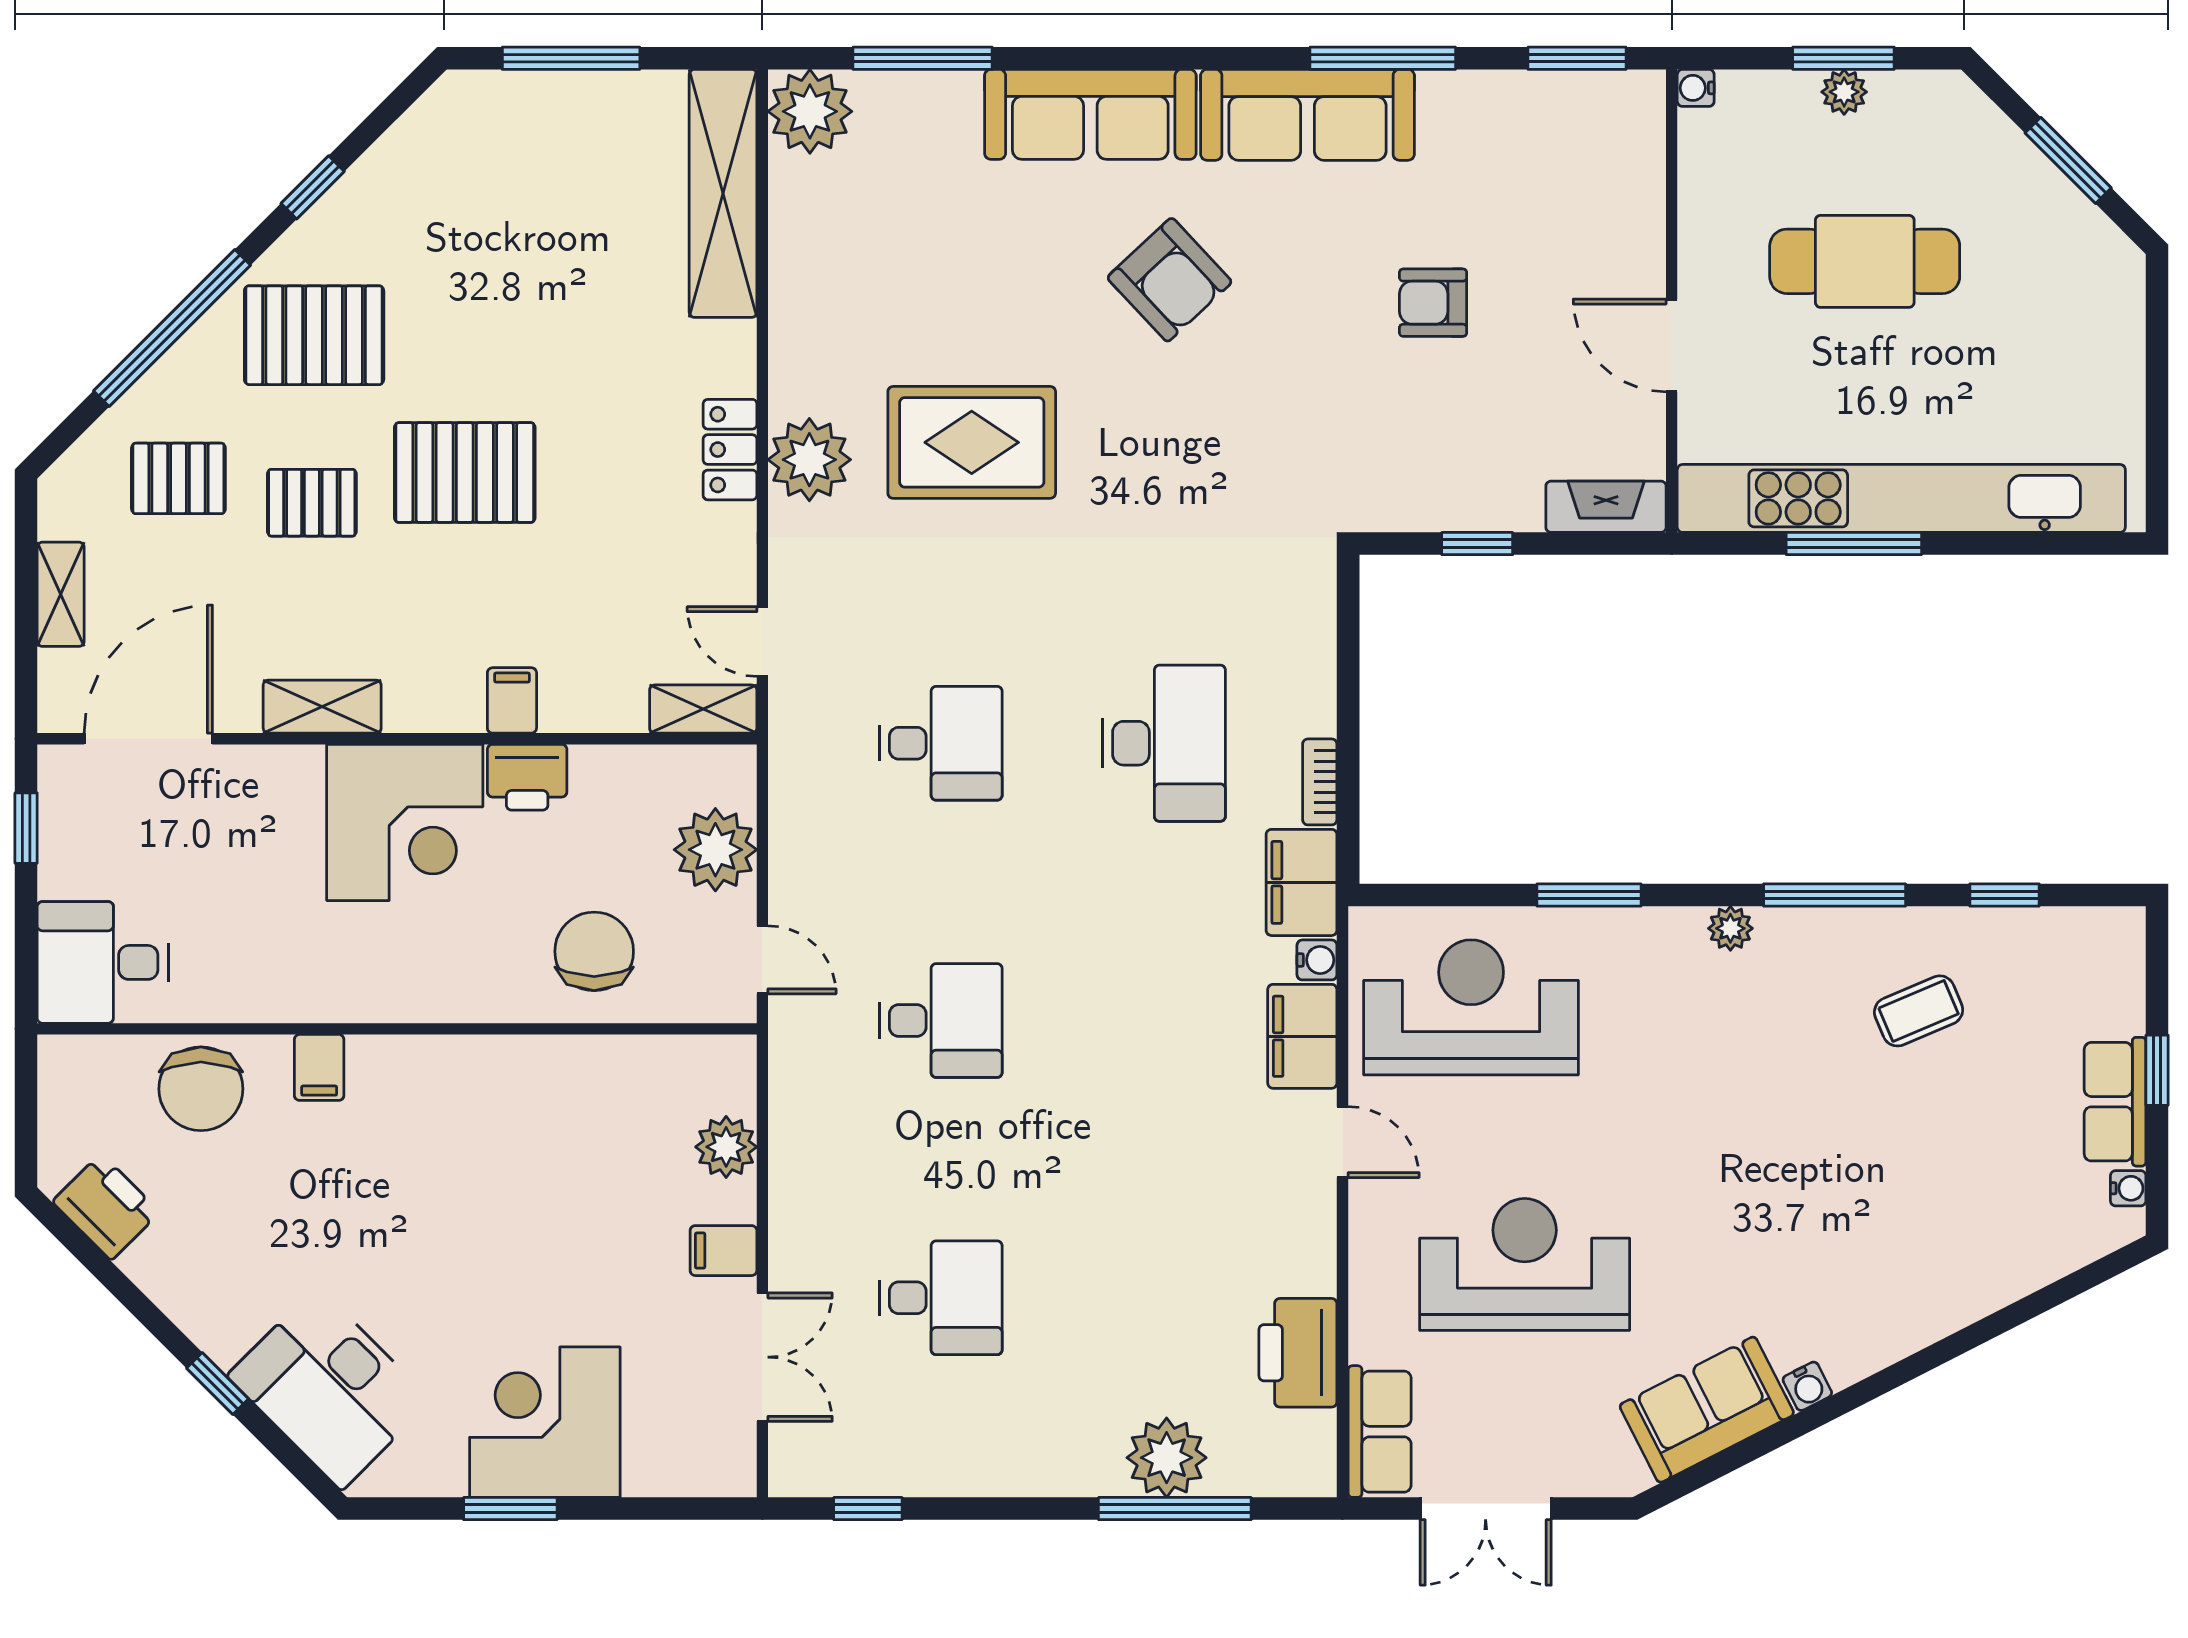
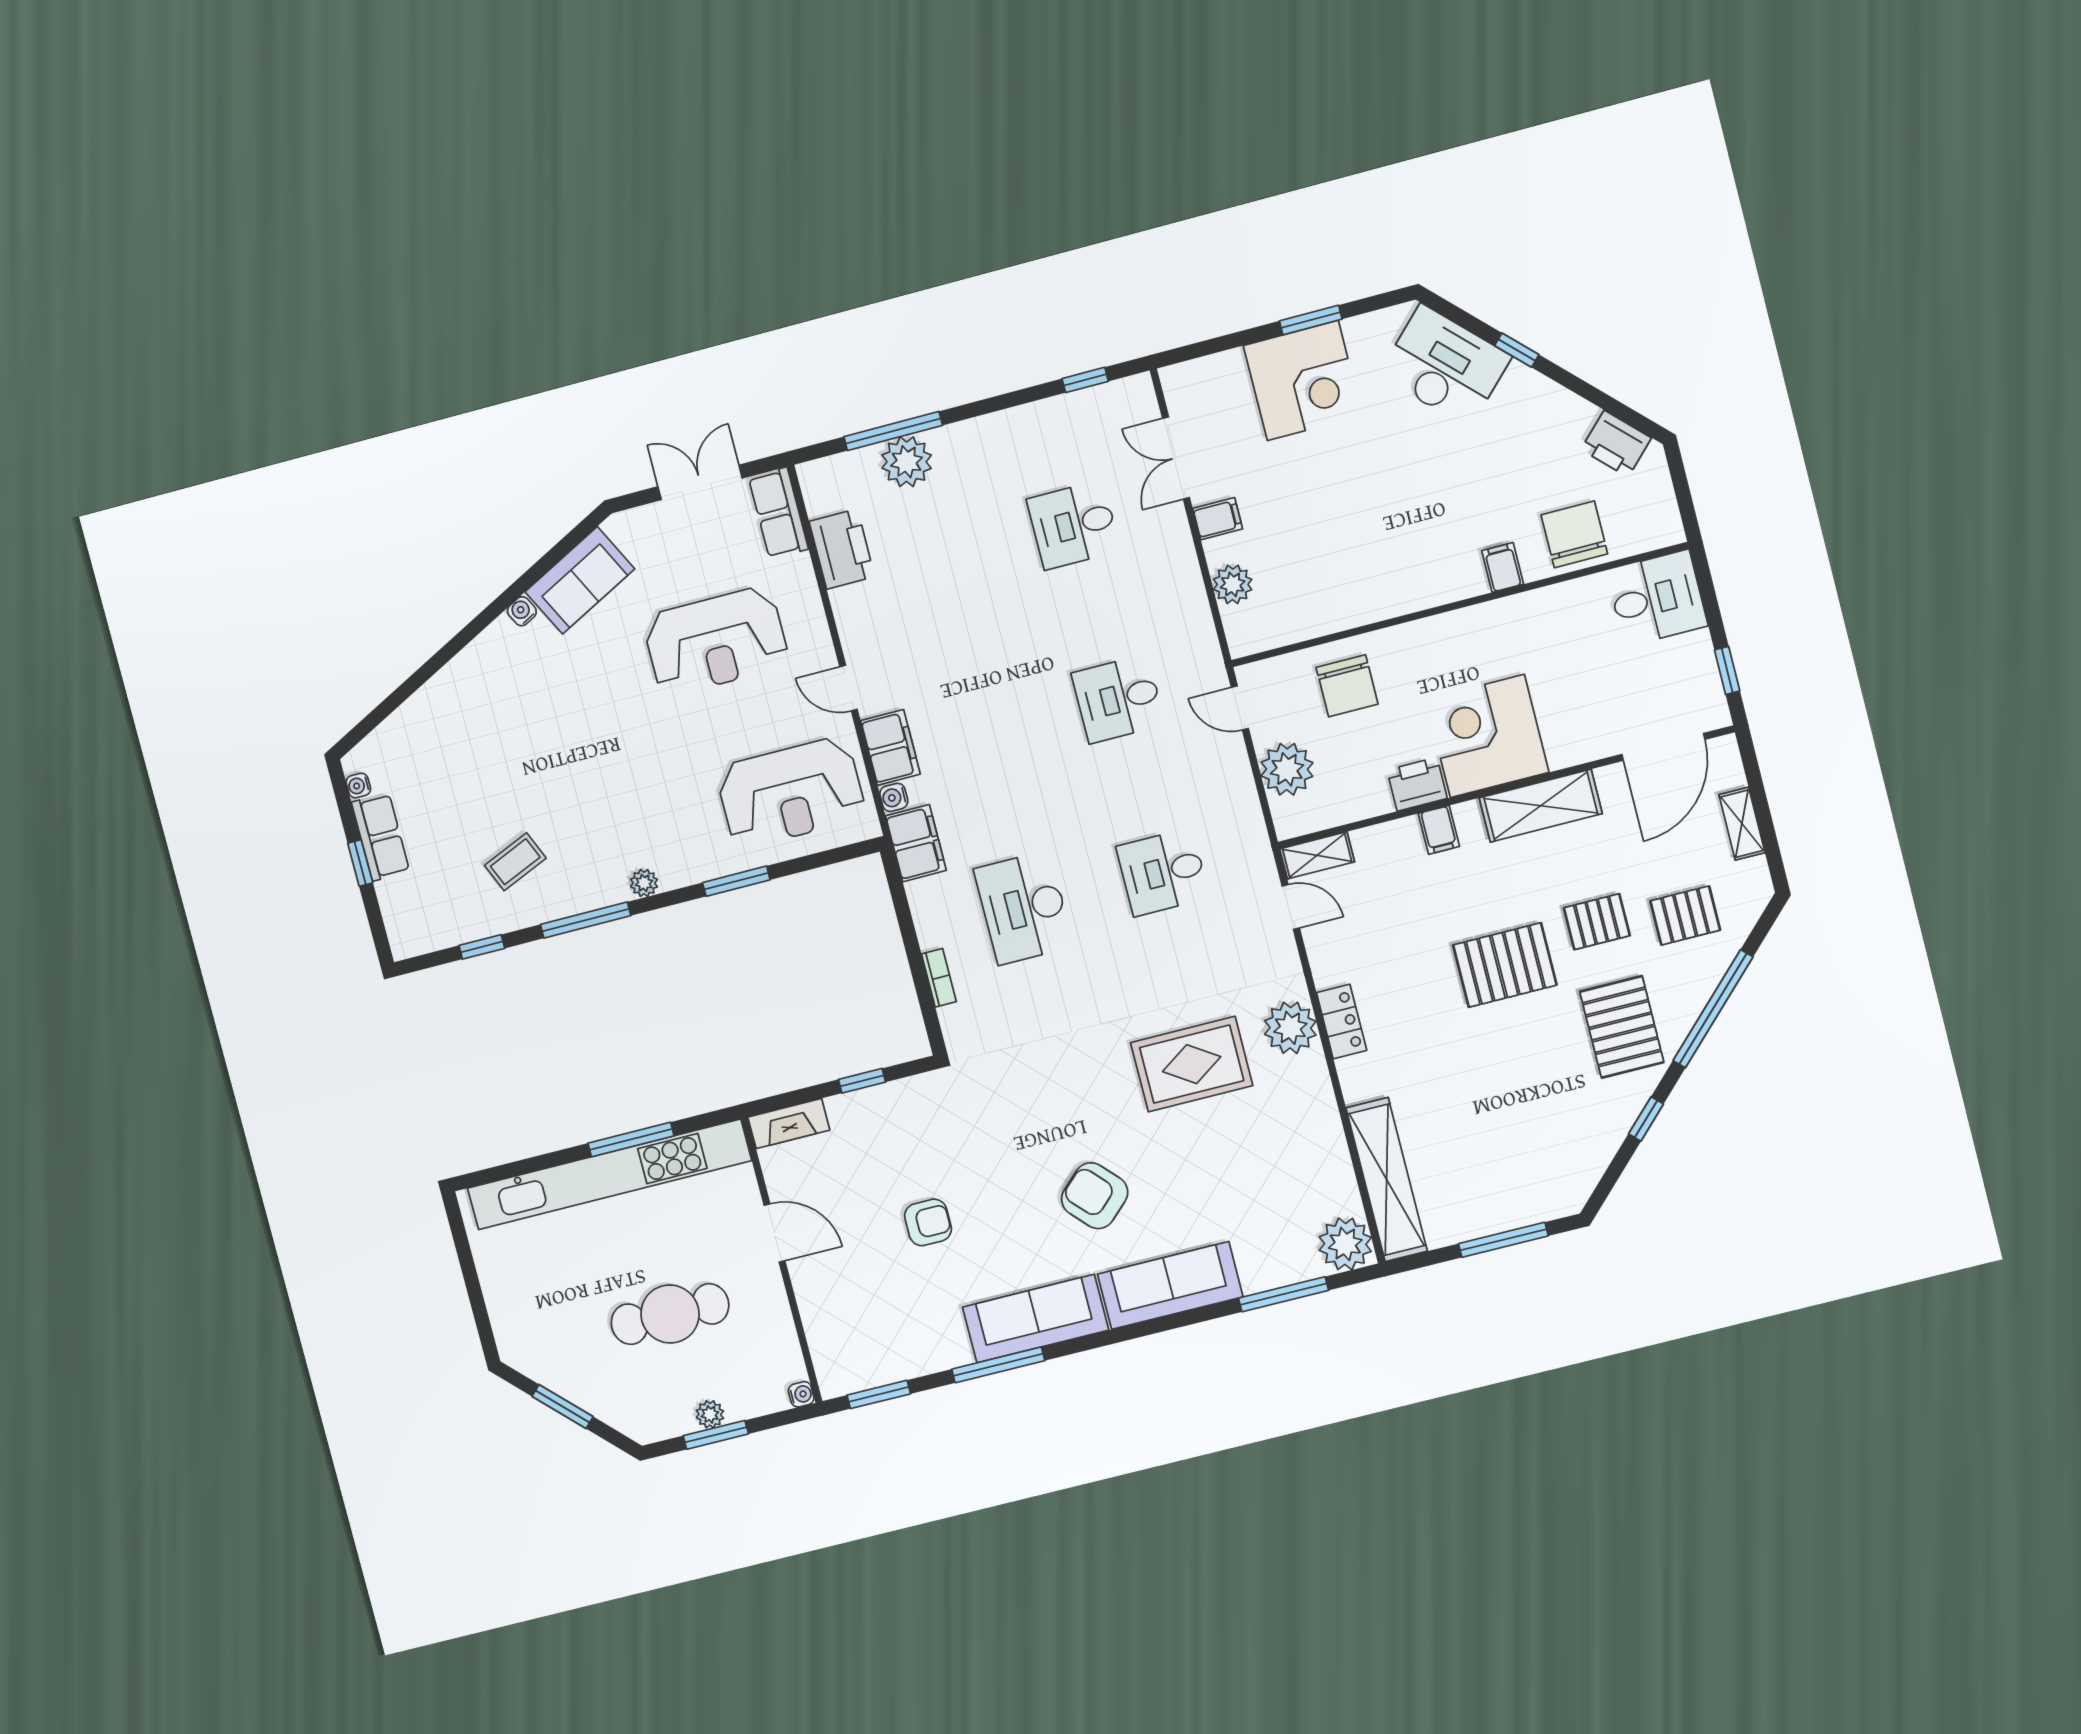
pallet: (314, 335) -> (1622, 1027), turned 90
shelving: (322, 707) -> (1541, 806), width x1.50, depth x1.33
bookcase: (1320, 782) -> (939, 978), moved

